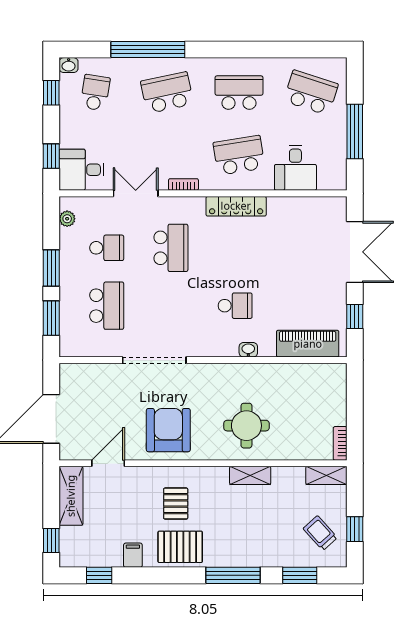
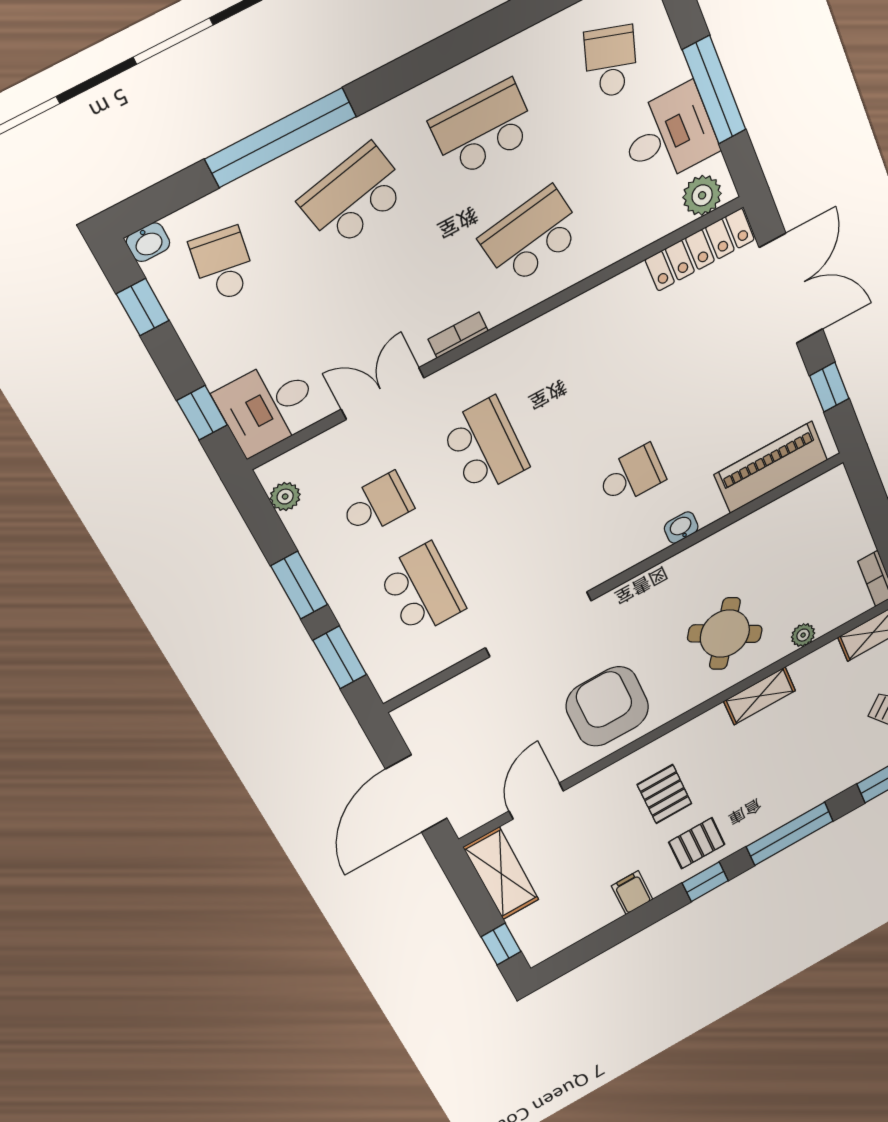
school desk: (311, 93) -> (611, 62), width x0.54
desk: (295, 168) -> (669, 135), moved, turned -90
plant: (329, 180) -> (702, 195), added
locker: (236, 206) -> (700, 250), moved
round table: (246, 426) -> (725, 634), turned 33
plant: (288, 453) -> (803, 635), added
pallet: (180, 547) -> (697, 843), width x0.67, depth x0.71
window: (99, 575) -> (705, 882), moved

